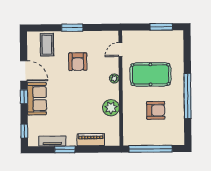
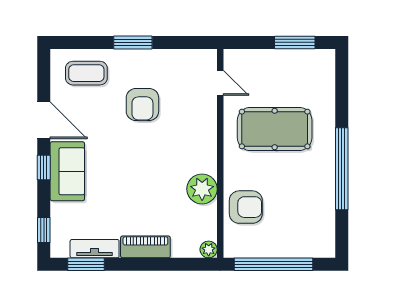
coffee table: (47, 45) -> (86, 73), turned 90
door: (120, 49) -> (220, 83), swing flipped
plant: (114, 78) -> (209, 249), moved
armchair: (156, 110) -> (246, 207), moved
piano: (91, 140) -> (145, 247), moved
window: (65, 149) -> (86, 264), moved

